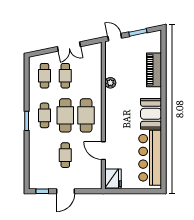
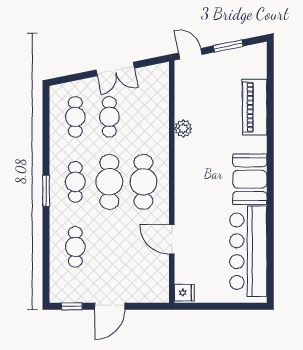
cafe table: (65, 155) -> (75, 247), moved
fridge: (113, 179) -> (184, 293), width x0.53, depth x0.75

